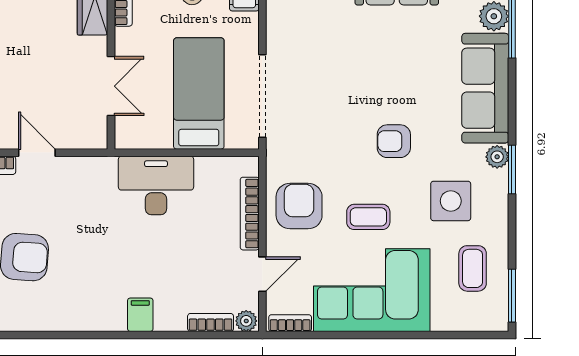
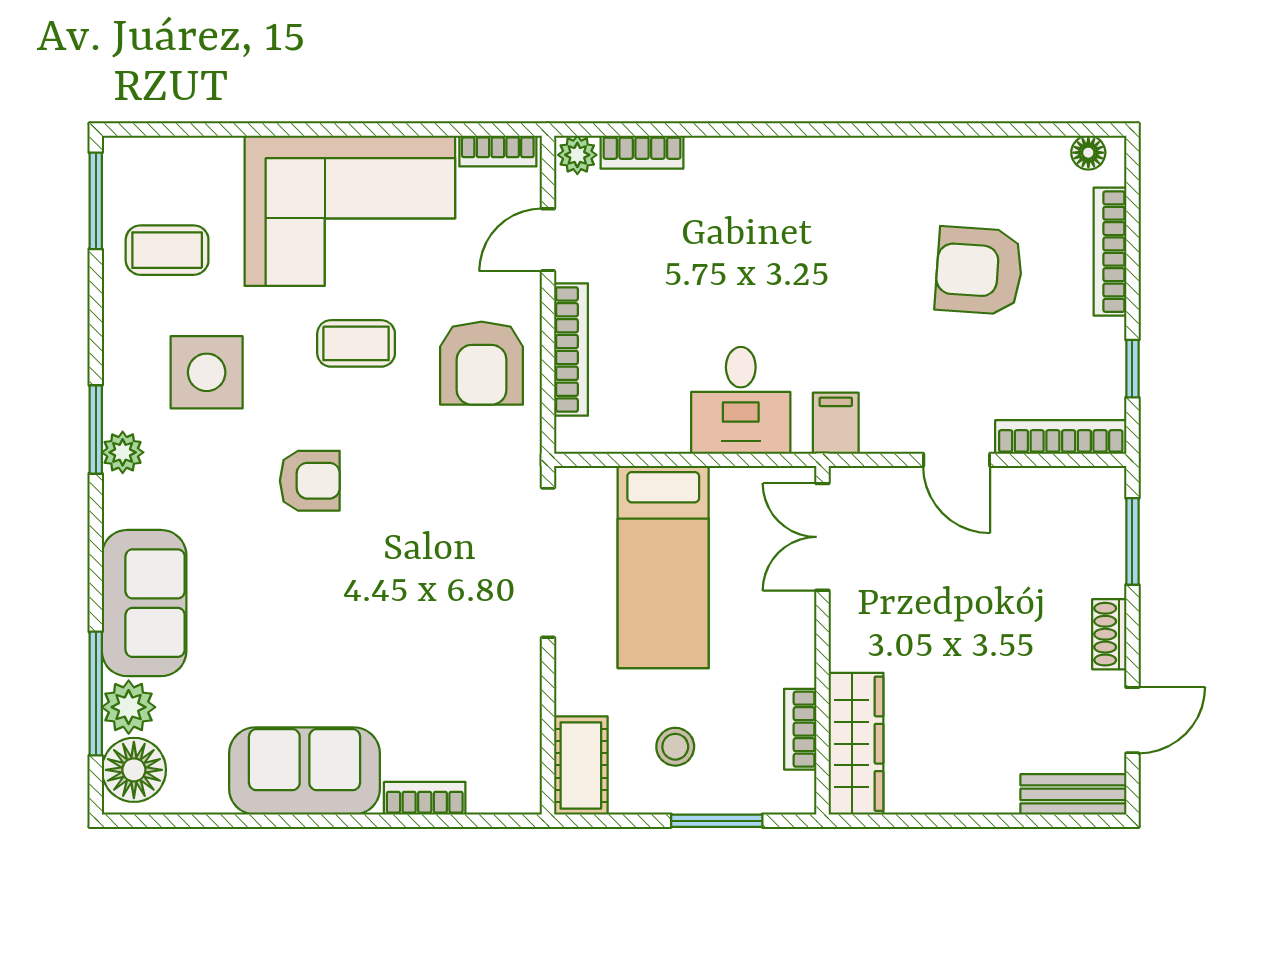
double door: (111, 86) -> (822, 537), moved
sofa: (485, 88) -> (144, 603), width x0.73
desk: (156, 186) -> (741, 400), width x0.73
coffee table: (473, 268) -> (167, 250), turned 90
filing cabinet: (140, 315) -> (836, 423), moved, turned 180

